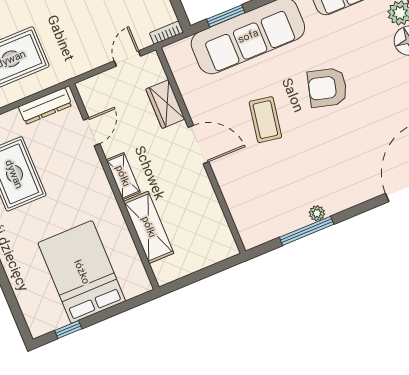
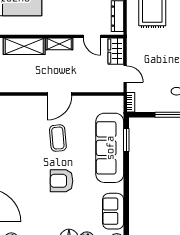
armchair: (327, 88) -> (62, 181), turned -105
wardrobe: (165, 104) -> (116, 51), moved, turned -90
coffee table: (265, 120) -> (58, 138), turned 75

